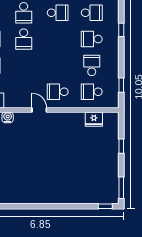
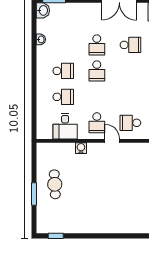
school desk: (24, 92) -> (97, 123), added

